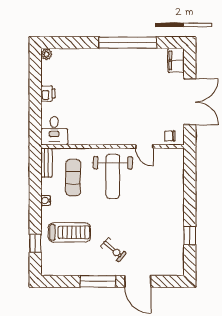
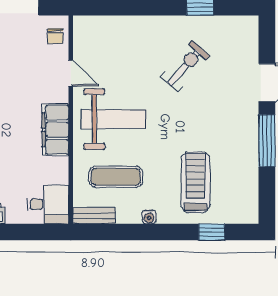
filing cabinet: (105, 136) -> (55, 130), added
door: (144, 147) -> (71, 73), hinge flipped
exercise bike: (113, 250) -> (185, 66), moved, width x1.38, depth x1.39

